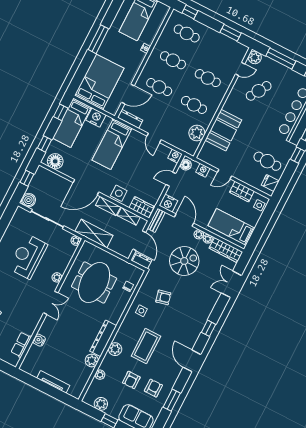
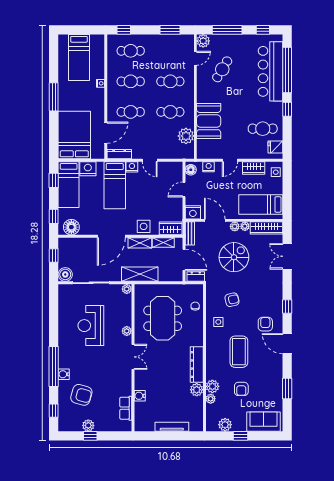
nightstand: (175, 156) -> (132, 167), moved
plant: (115, 349) -> (212, 386), moved
armchair: (153, 388) -> (265, 324), moved

